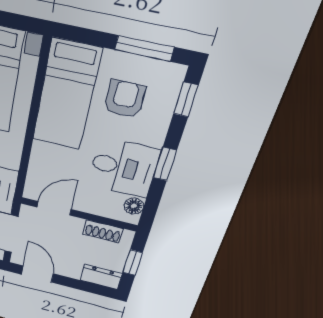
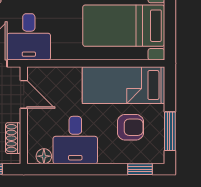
window: (165, 164) -> (86, 169), removed

